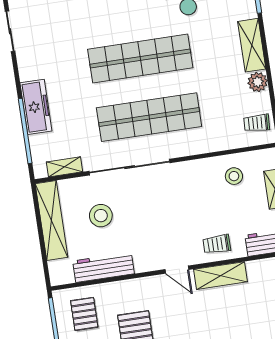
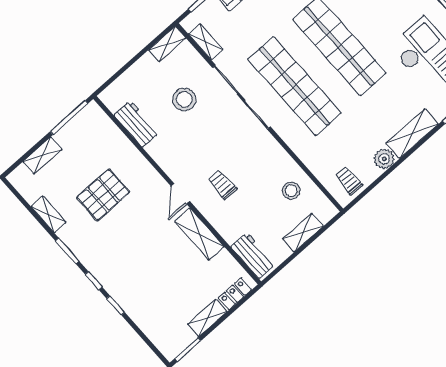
shelving: (52, 220) -> (167, 44), width x0.45, depth x0.75
trolley: (217, 244) -> (222, 184), moved
workbench: (103, 267) -> (136, 124), width x0.73
pallet: (84, 314) -> (92, 140), removed

